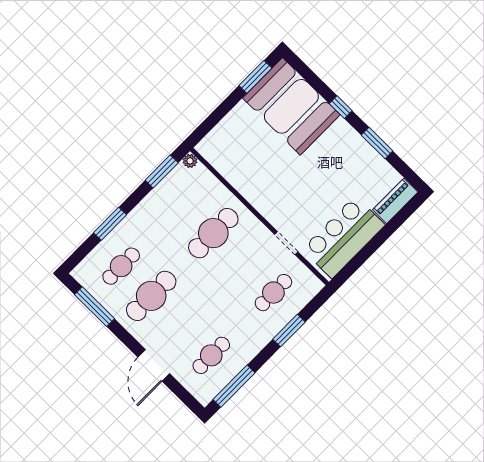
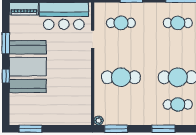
booth: (291, 106) -> (28, 67), moved

